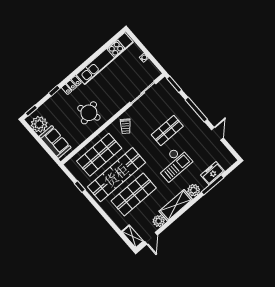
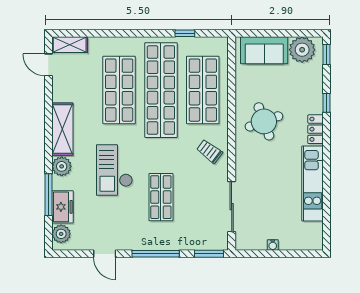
kitchen unit: (105, 58) -> (313, 183), width x0.73
plant: (159, 221) -> (61, 234), moved

